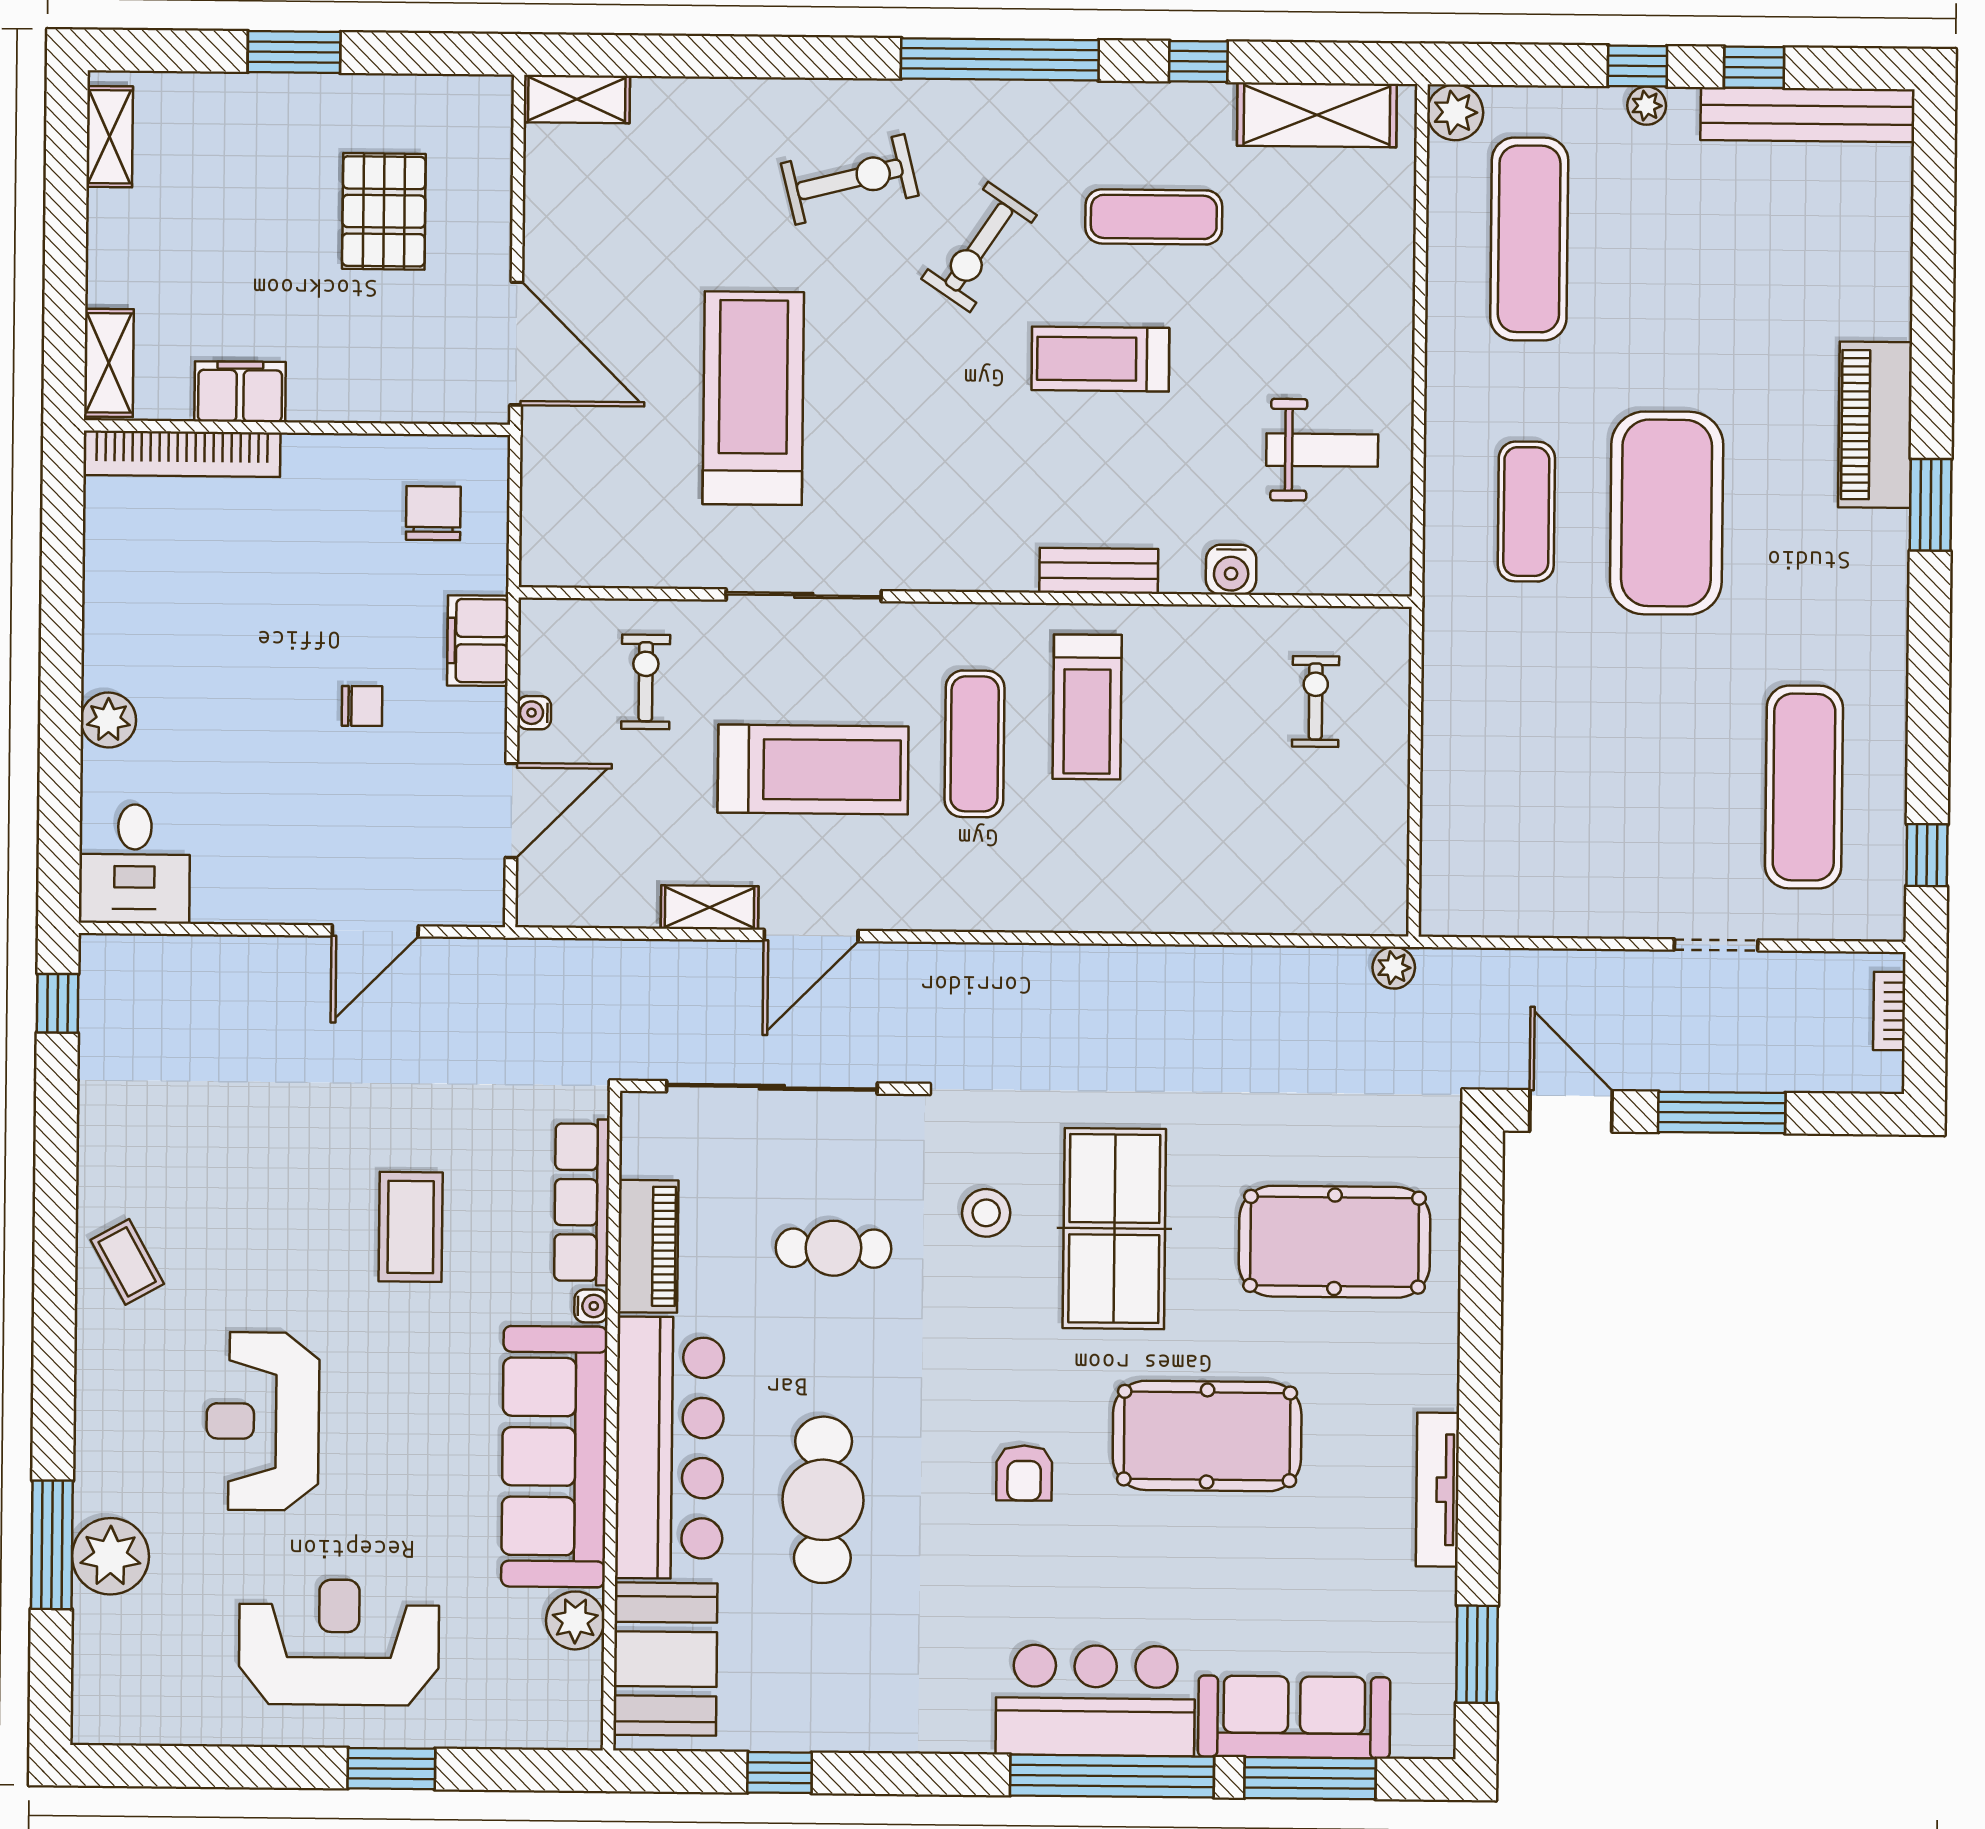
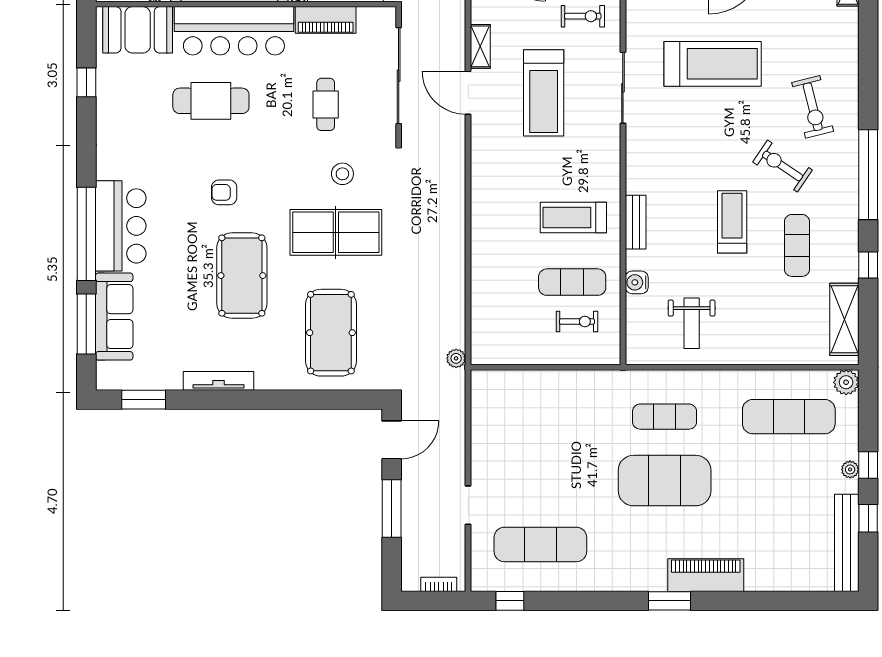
exercise mat: (975, 744) -> (572, 282), moved

